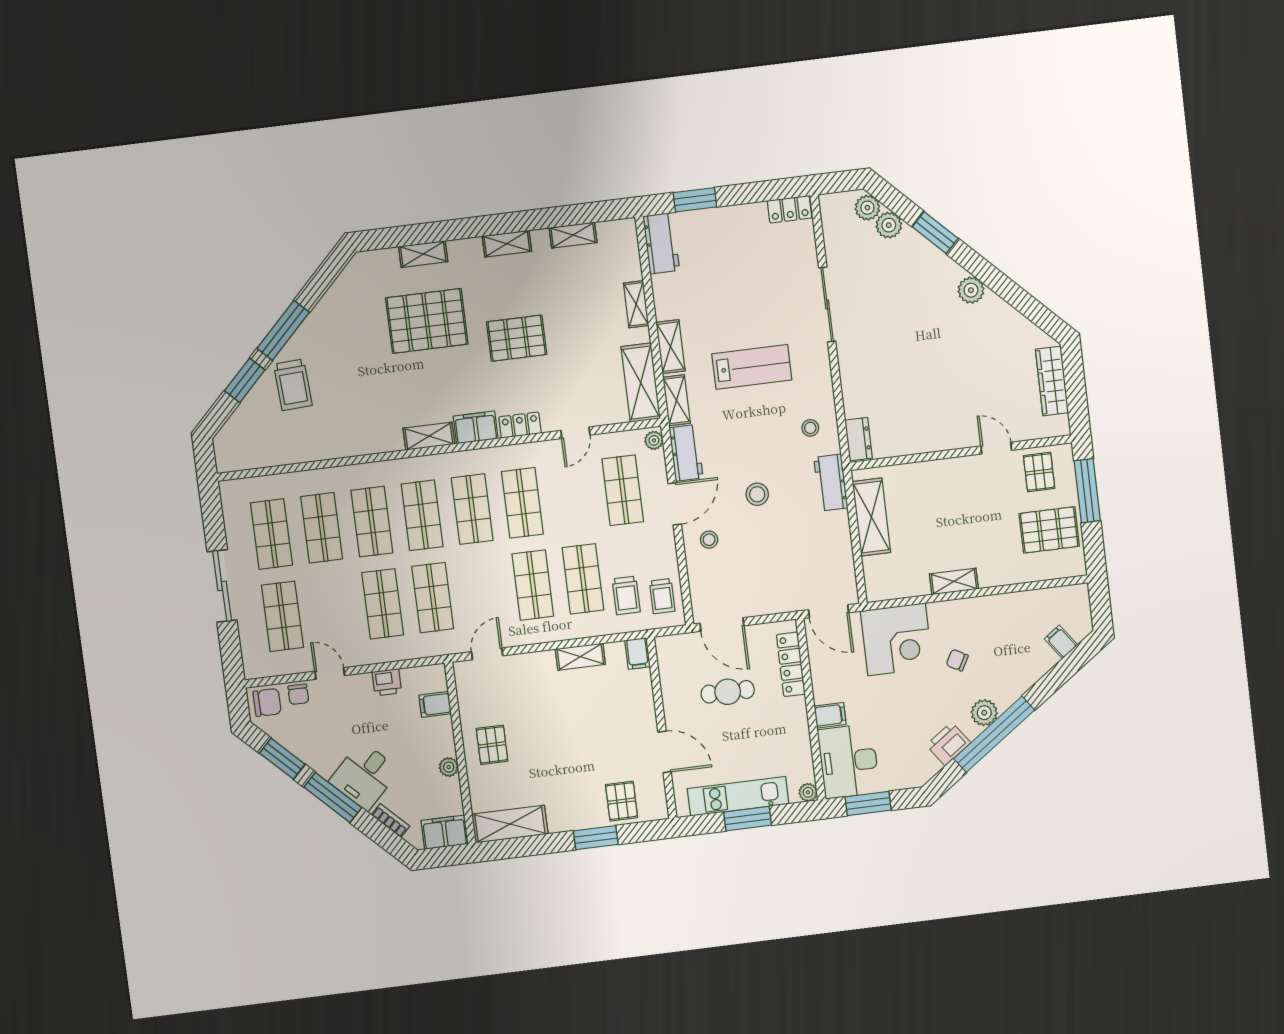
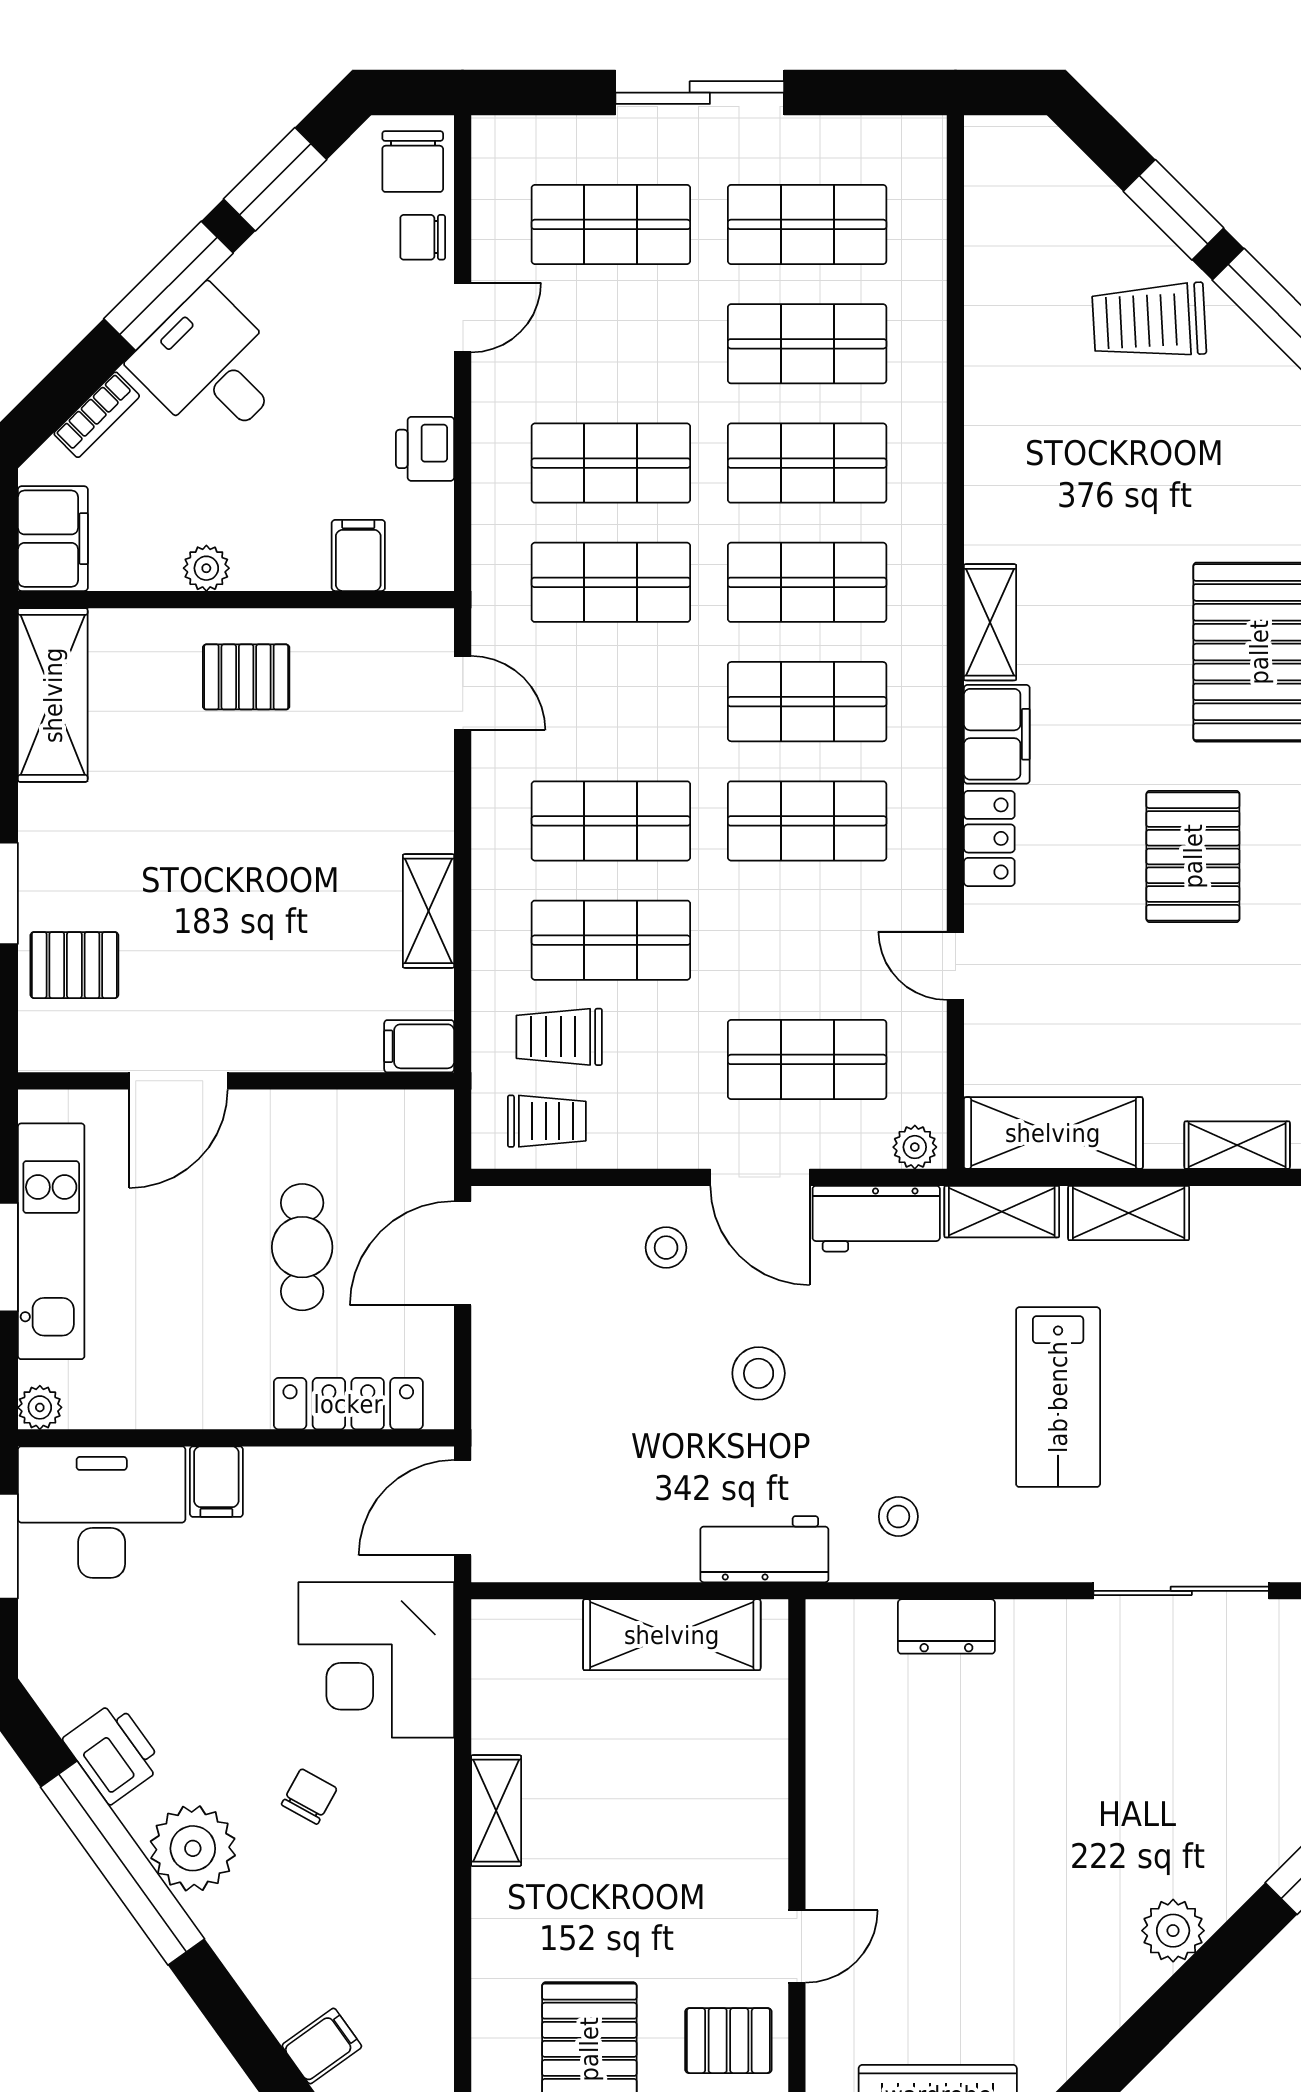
dresser: (859, 439) -> (946, 1626), moved
trolley: (662, 596) -> (547, 1121), turned 180
plant: (984, 713) -> (193, 1848), width x1.36, depth x1.36

